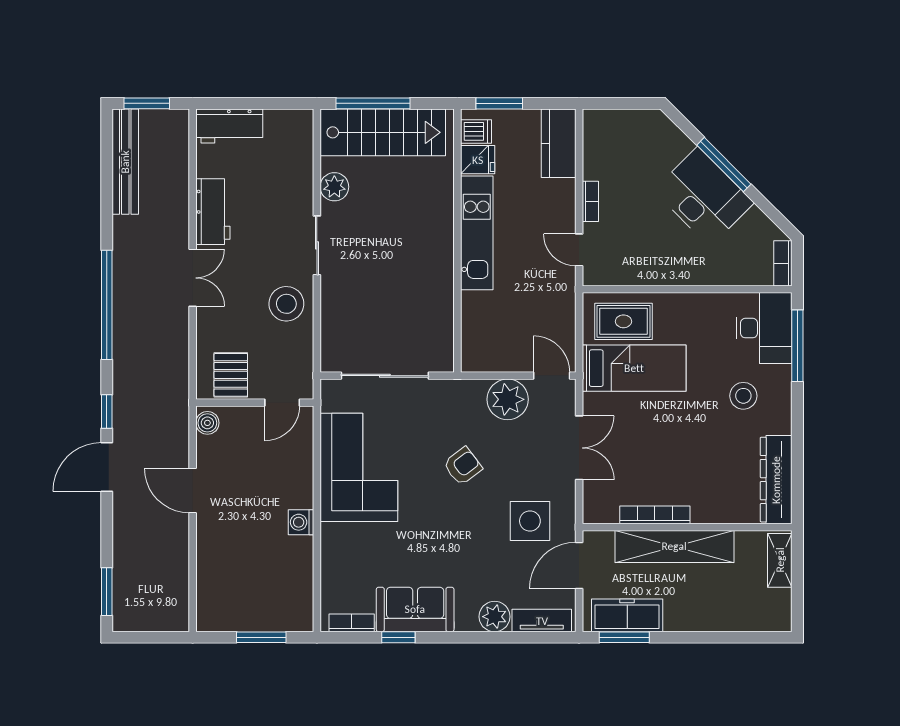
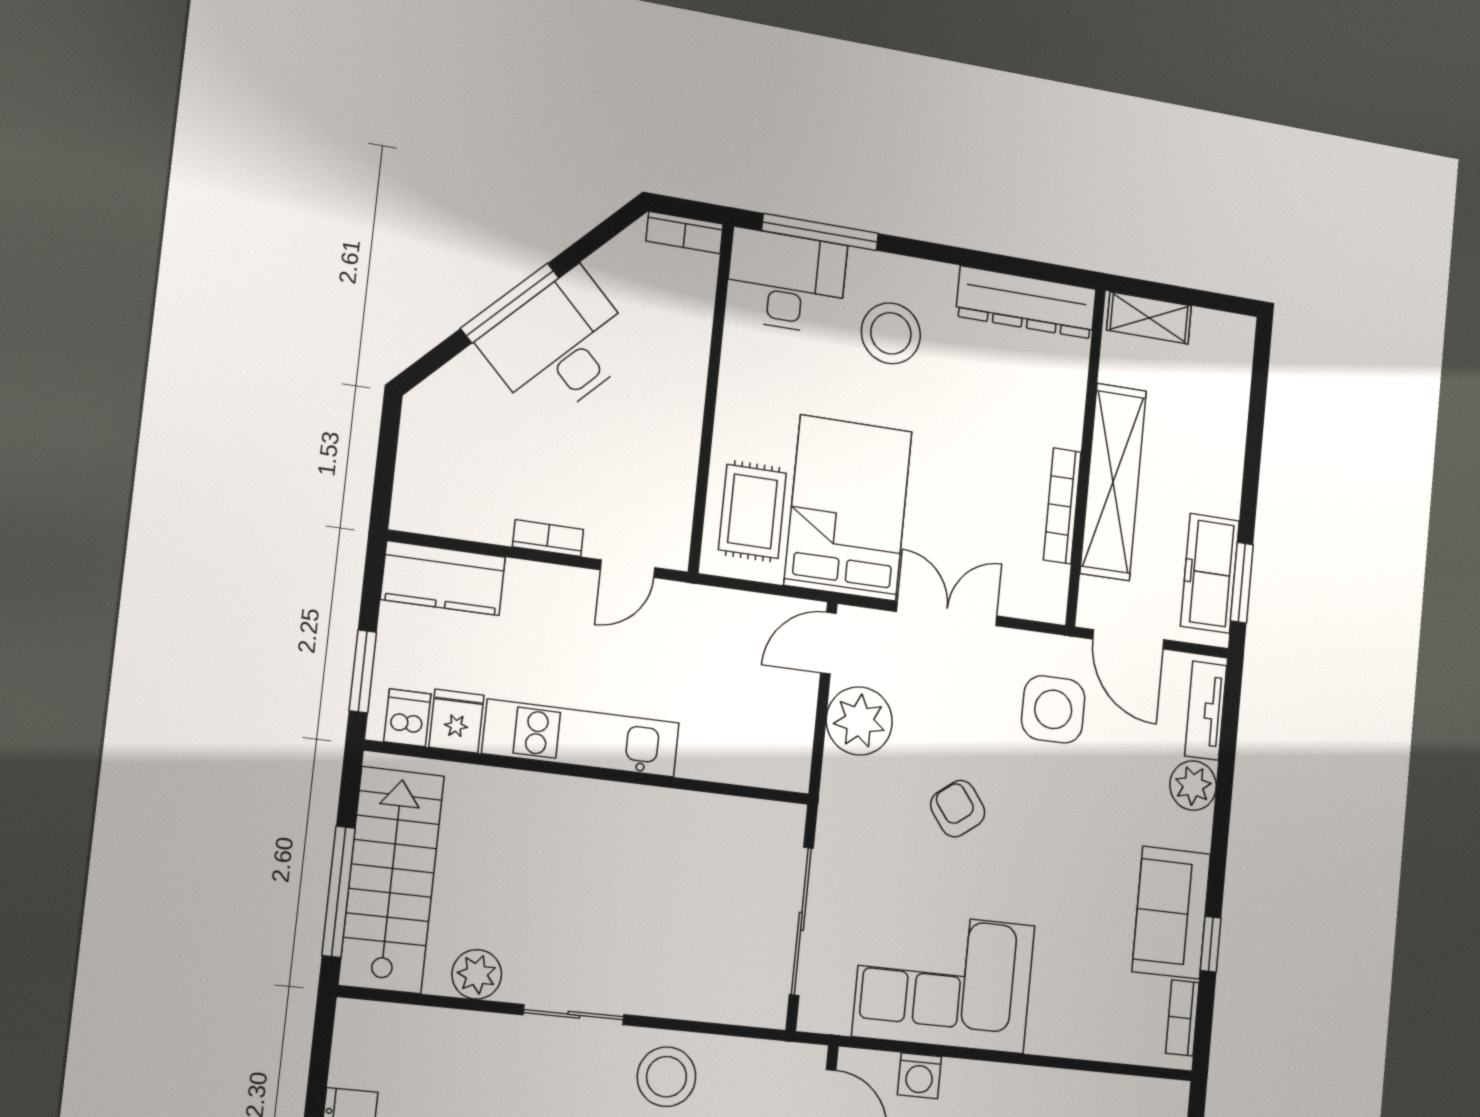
bed: (634, 368) -> (848, 508), width x1.50
stool: (743, 396) -> (891, 333), width x1.38, depth x1.38
washing machine: (301, 522) -> (919, 1076), moved

